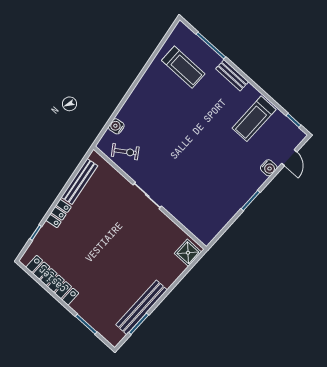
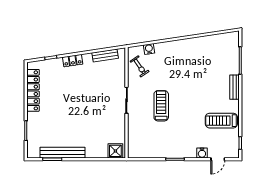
treadmill: (183, 67) -> (161, 106), moved, turned 180
bench: (79, 181) -> (105, 55), width x0.73

